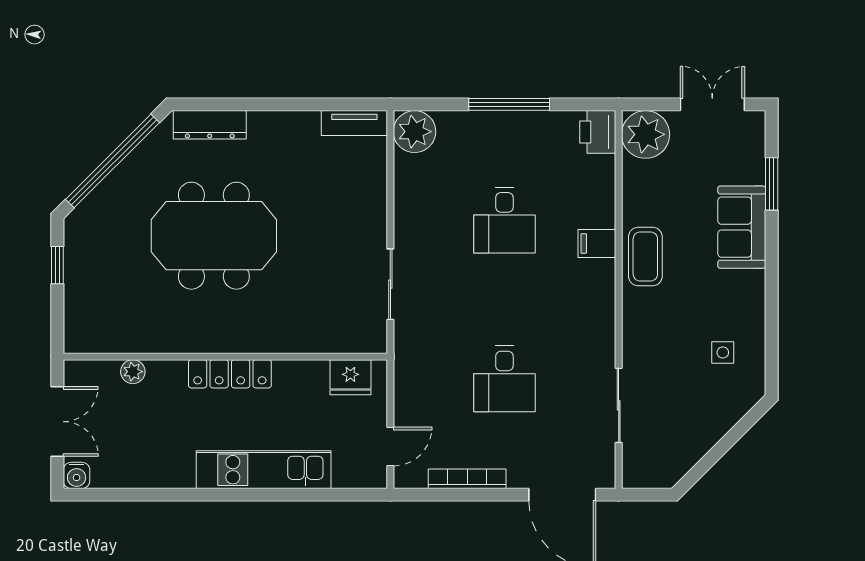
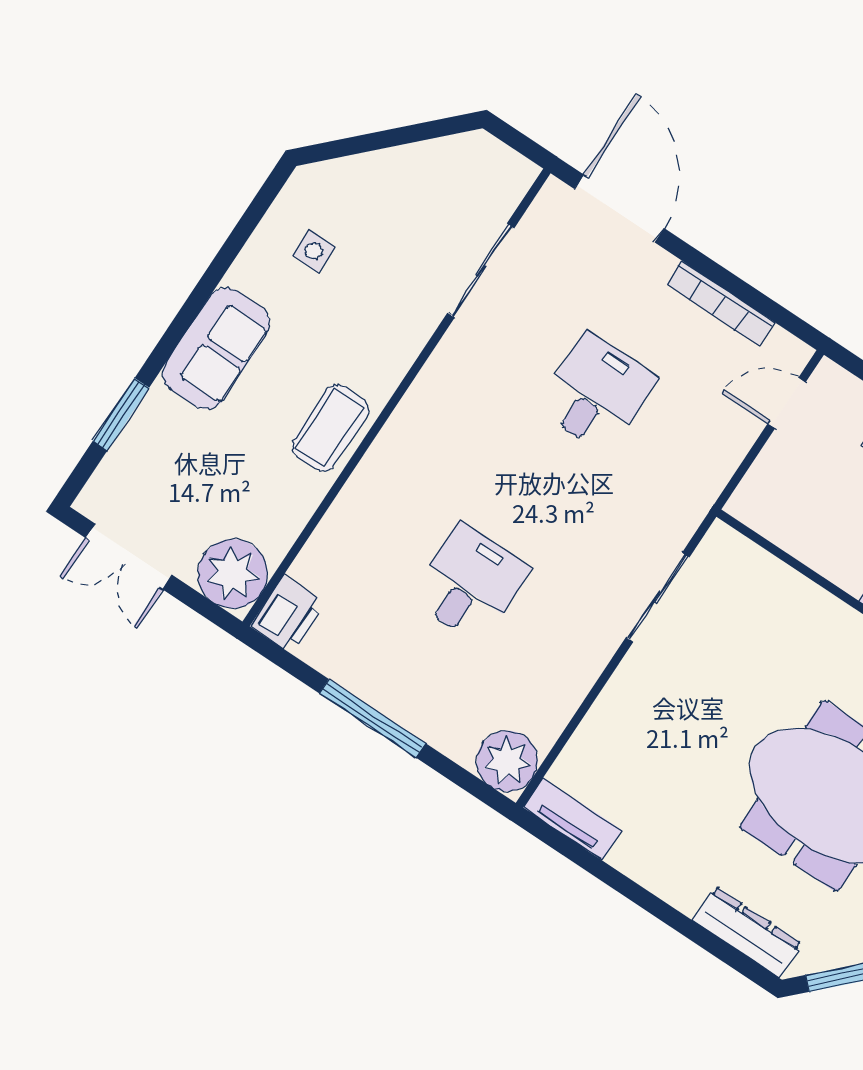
sofa: (742, 227) -> (216, 349), moved
filing cabinet: (597, 243) -> (378, 482), removed
fridge: (350, 377) -> (779, 518), removed

